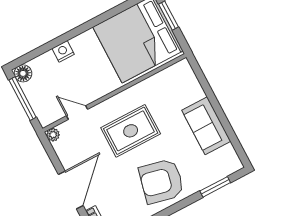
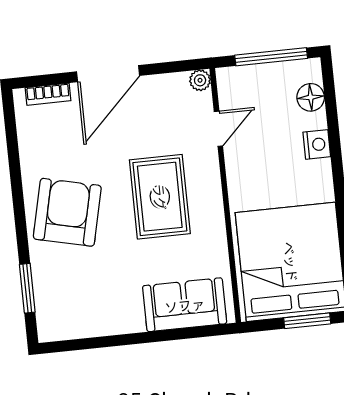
floor lamp: (23, 73) -> (311, 97), moved
sofa: (206, 126) -> (185, 305), moved
door: (71, 190) -> (108, 74), hinge flipped

